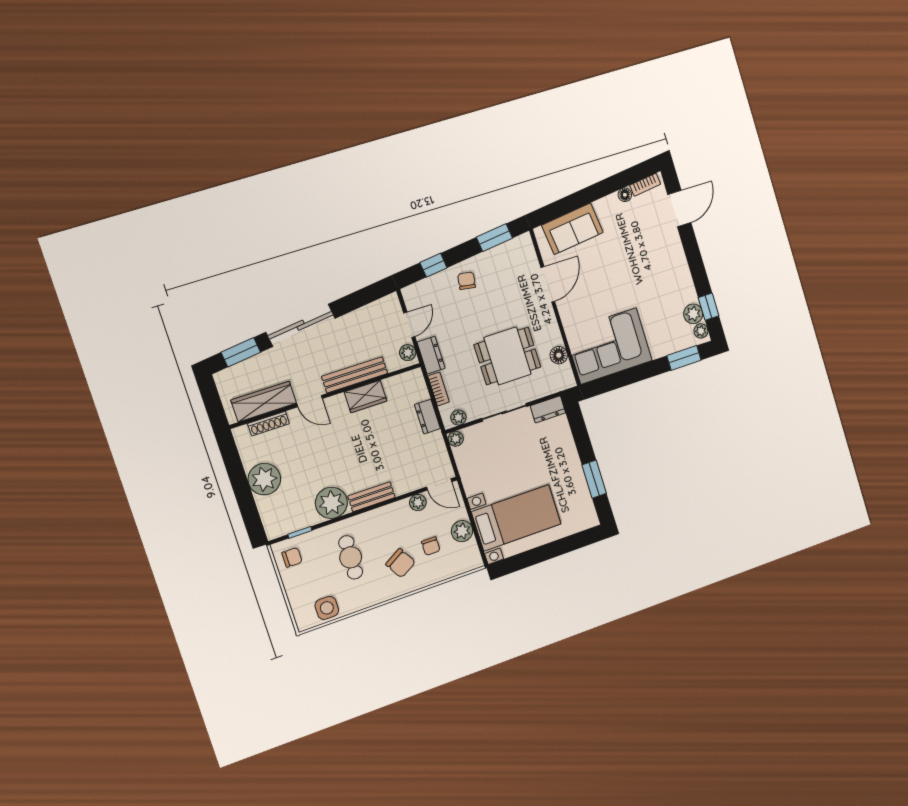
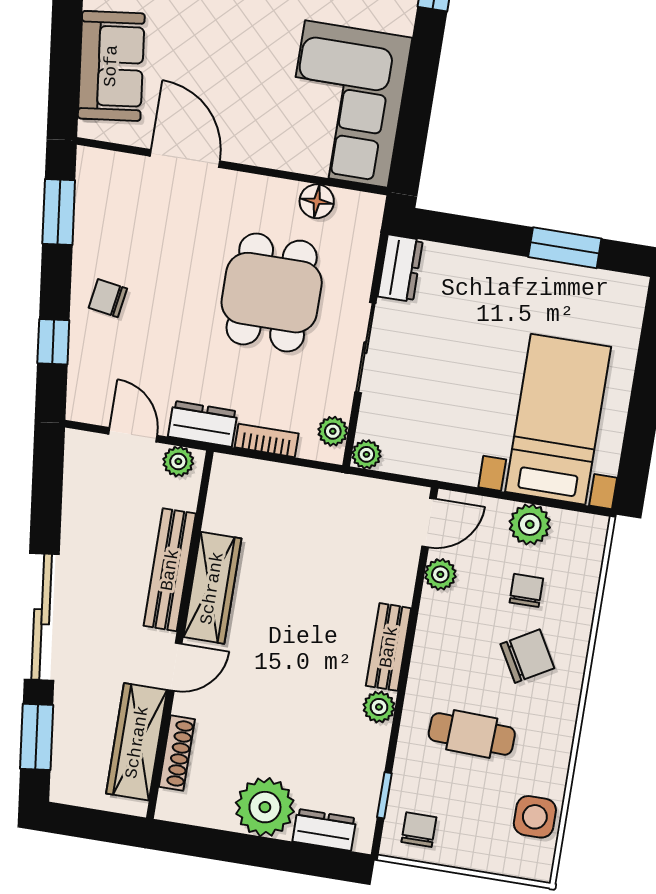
wardrobe: (366, 397) -> (212, 588), width x1.50
dresser: (427, 417) -> (324, 830), moved, turned 180
plant: (331, 503) -> (379, 707), width x0.53, depth x0.53
chair: (431, 546) -> (526, 590), turned -90

